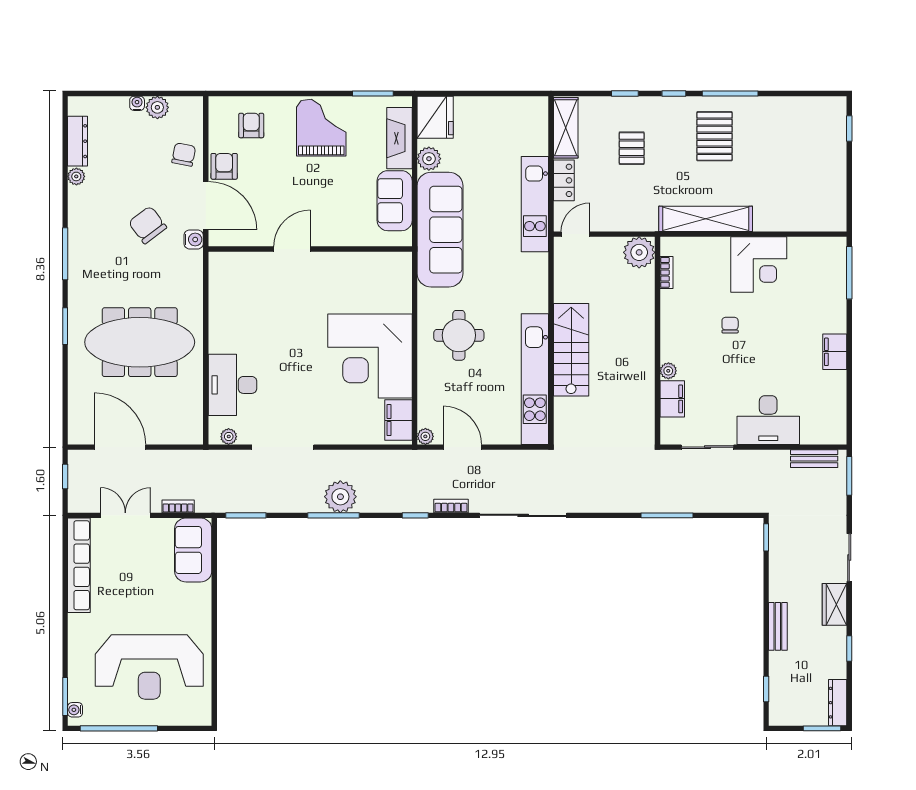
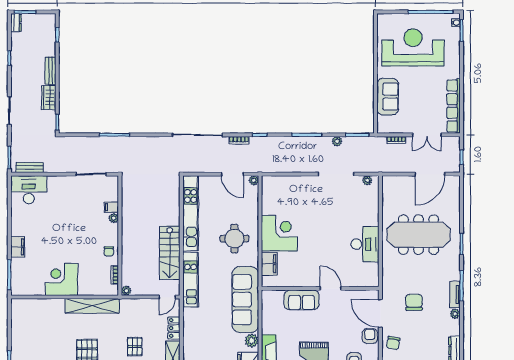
armchair: (224, 166) -> (370, 336), turned 180
plant: (76, 176) -> (455, 314), moved
sofa: (395, 201) -> (302, 300), moved, turned 90
kitchen unit: (535, 204) -> (191, 280), moved
chair: (148, 225) -> (414, 302), turned -143
tv unit: (77, 239) -> (455, 294), added
water cooler: (194, 239) -> (387, 294), removed
door: (292, 249) -> (331, 288), swing flipped
plant: (639, 252) -> (126, 291), width x0.53, depth x0.53
chair: (730, 325) -> (109, 251), moved
stairs: (571, 350) -> (170, 253), moved
filing cabinet: (835, 352) -> (18, 247), moved
corner desk: (370, 356) -> (279, 233), width x0.74, depth x0.74
desk: (233, 385) -> (365, 244), moved
filing cabinet: (672, 399) -> (111, 207), width x0.50
filing cabinet: (398, 420) -> (269, 264), moved
desk: (768, 420) -> (29, 190), moved
door: (120, 447) -> (430, 174), hinge flipped
plant: (340, 497) -> (337, 141), moved, width x0.53, depth x0.53
sofa: (193, 550) -> (388, 97), moved
wardrobe: (835, 604) -> (49, 98), moved, turned 180
dresser: (838, 703) -> (16, 23), width x0.70

